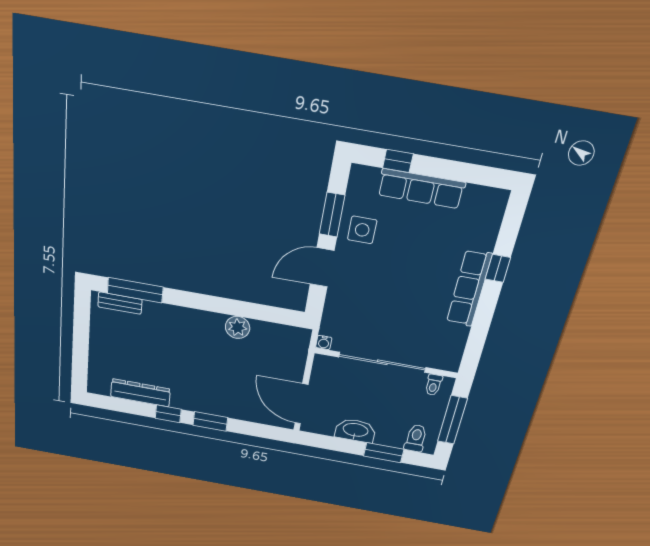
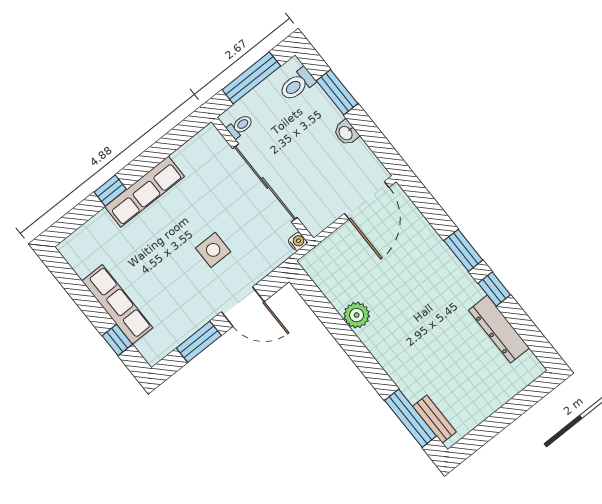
side table: (362, 230) -> (213, 250), moved
washbasin: (355, 430) -> (346, 133), width x0.52, depth x0.69

